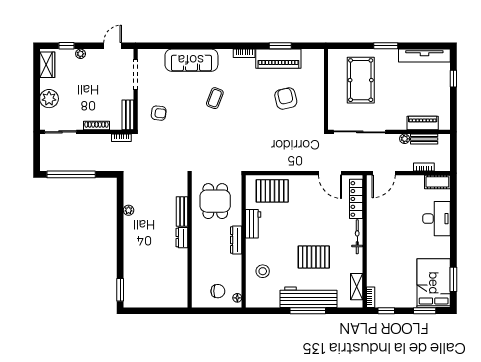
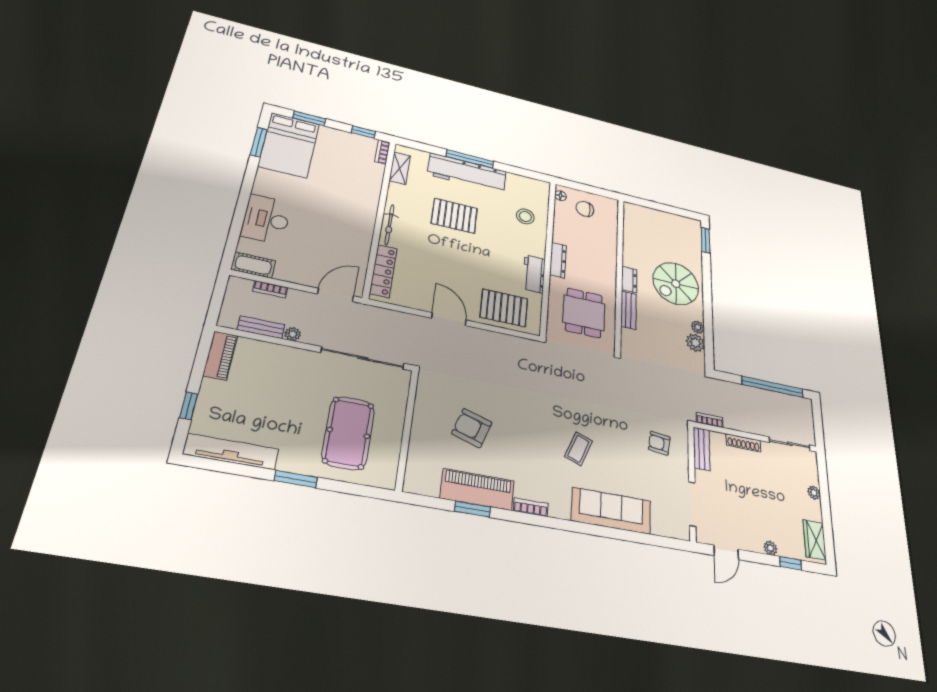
armchair: (286, 98) -> (472, 428), turned 121
plant: (49, 99) -> (814, 493), width x0.53, depth x0.53
piano: (423, 123) -> (220, 356), moved, turned -90
door: (330, 173) -> (449, 319), moved
plant: (131, 197) -> (695, 343), added
spiral stairs: (145, 244) -> (676, 284), added

